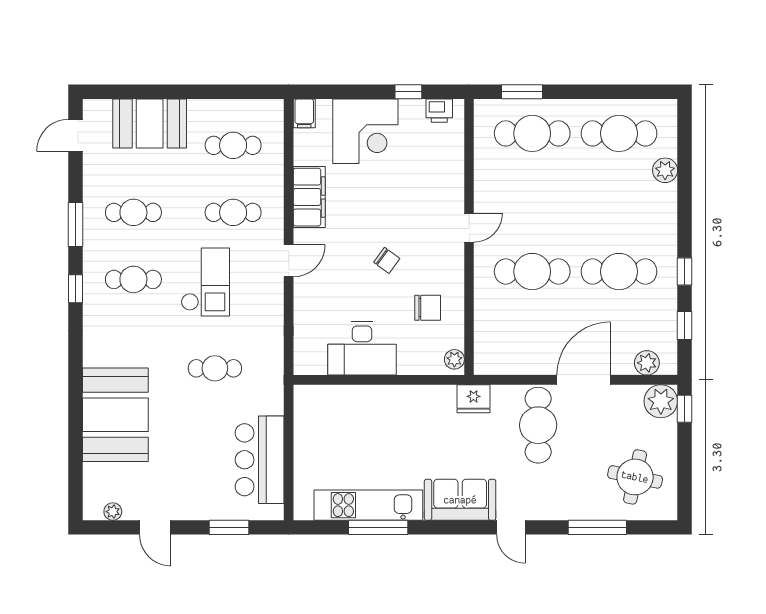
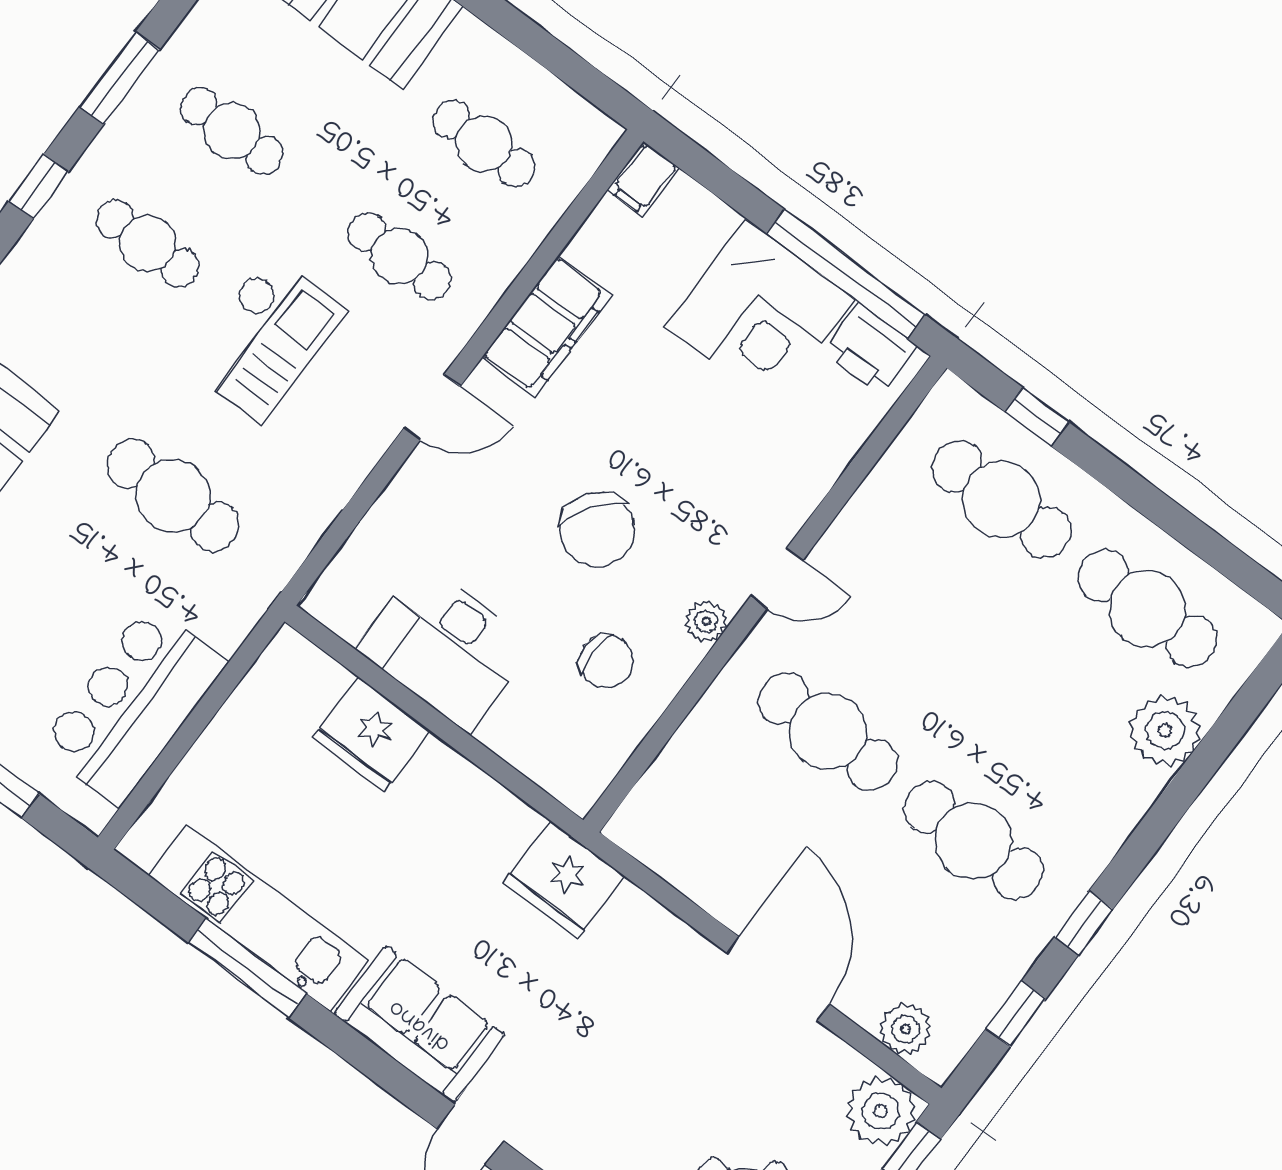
window: (408, 92) -> (846, 274), width x3.17
window: (522, 92) -> (1037, 417), width x0.67
printer: (439, 111) -> (870, 349), width x1.36, depth x1.24
corner desk: (365, 131) -> (760, 313), moved
plant: (665, 170) -> (1165, 730), width x1.36, depth x1.36
chair: (387, 260) -> (597, 530), width x1.87, depth x1.87
plant: (454, 359) -> (706, 621), moved
cafe table: (215, 368) -> (173, 495), width x1.37, depth x1.35
door: (584, 380) -> (778, 978), hinge flipped
fridge: (474, 399) -> (563, 880), width x1.36, depth x1.34
fridge: (359, 403) -> (371, 734), added
cafe table: (538, 425) -> (645, 997), removed

